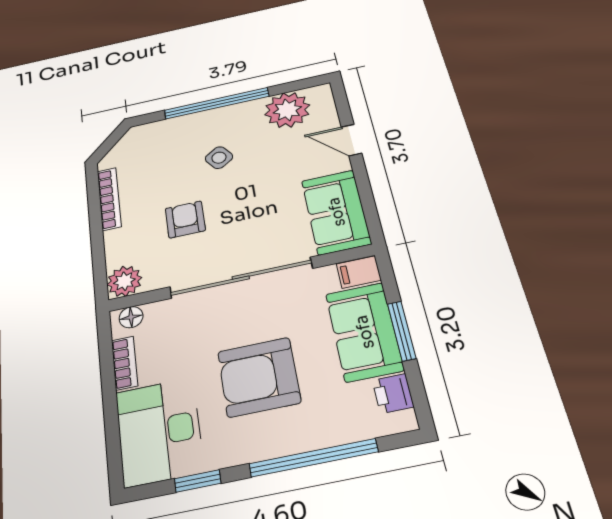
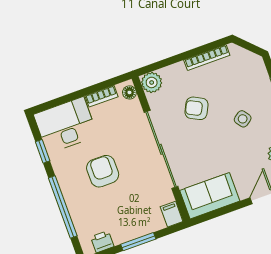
armchair: (185, 219) -> (197, 108), turned -153
sofa: (364, 332) -> (136, 222), removed
armchair: (259, 377) -> (103, 171), width x0.73, depth x0.73

